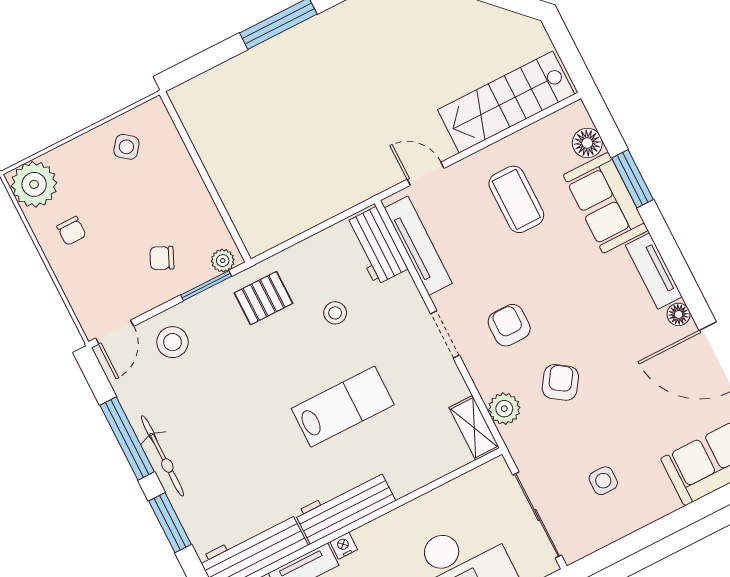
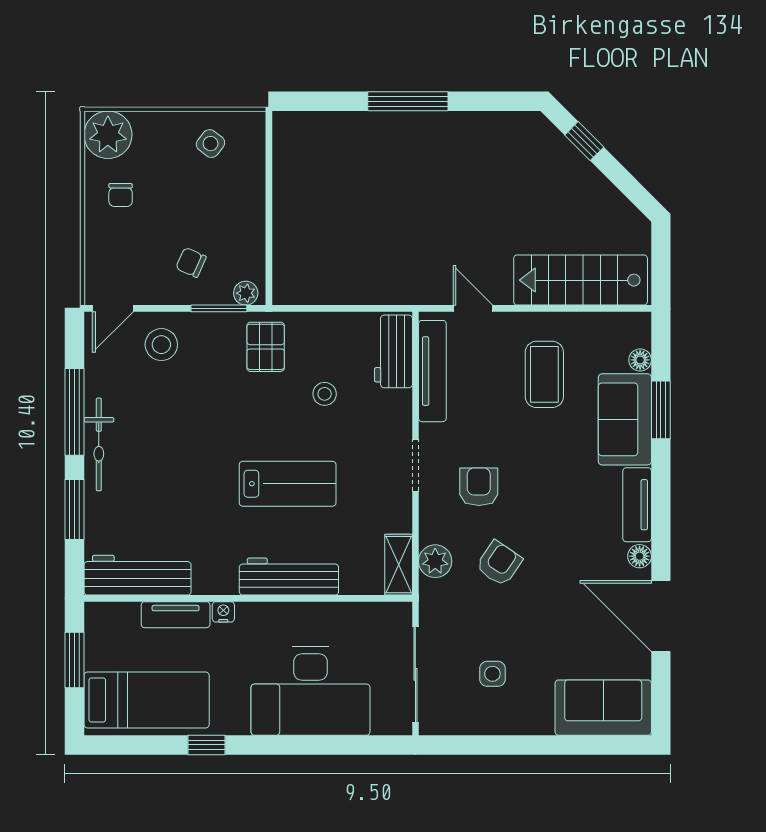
floor lamp: (587, 143) -> (640, 360), width x0.73, depth x0.73
pallet: (264, 298) -> (266, 347), turned 90
workbench: (345, 507) -> (289, 577), moved

